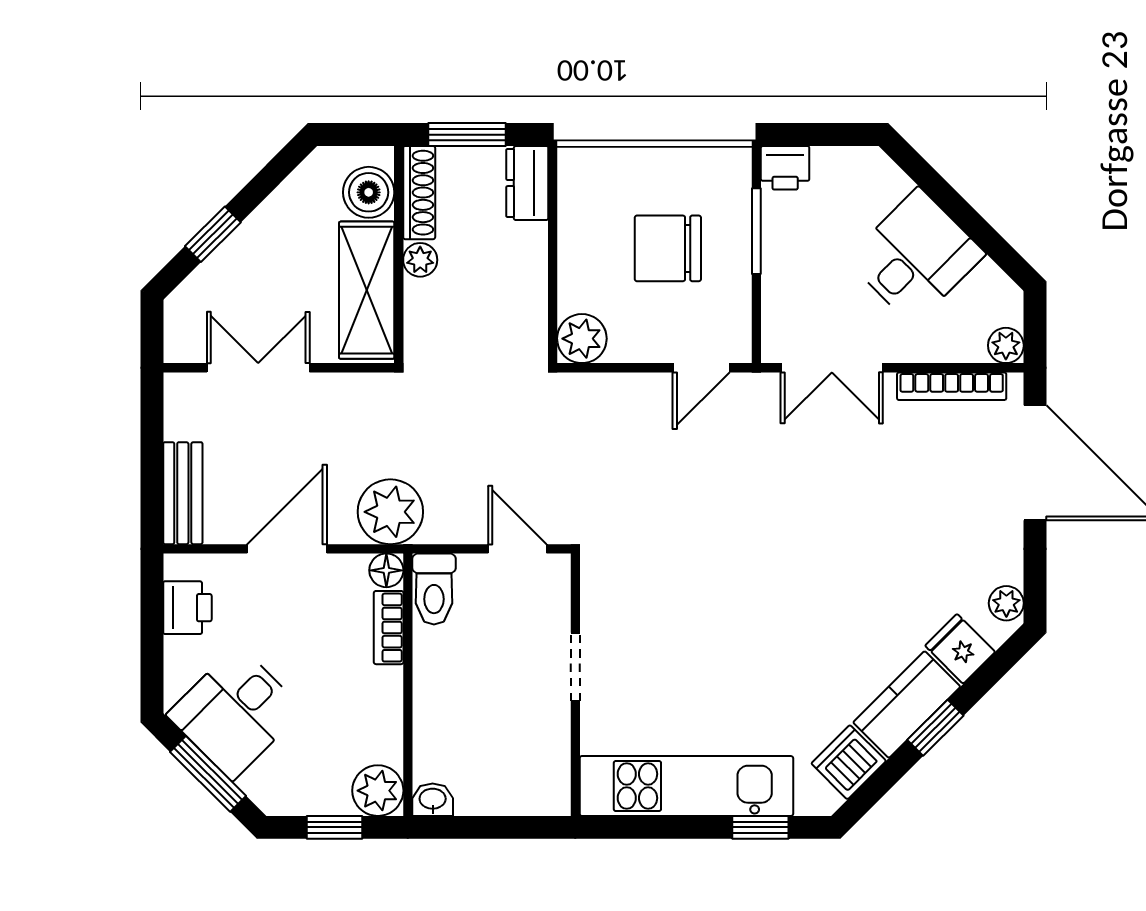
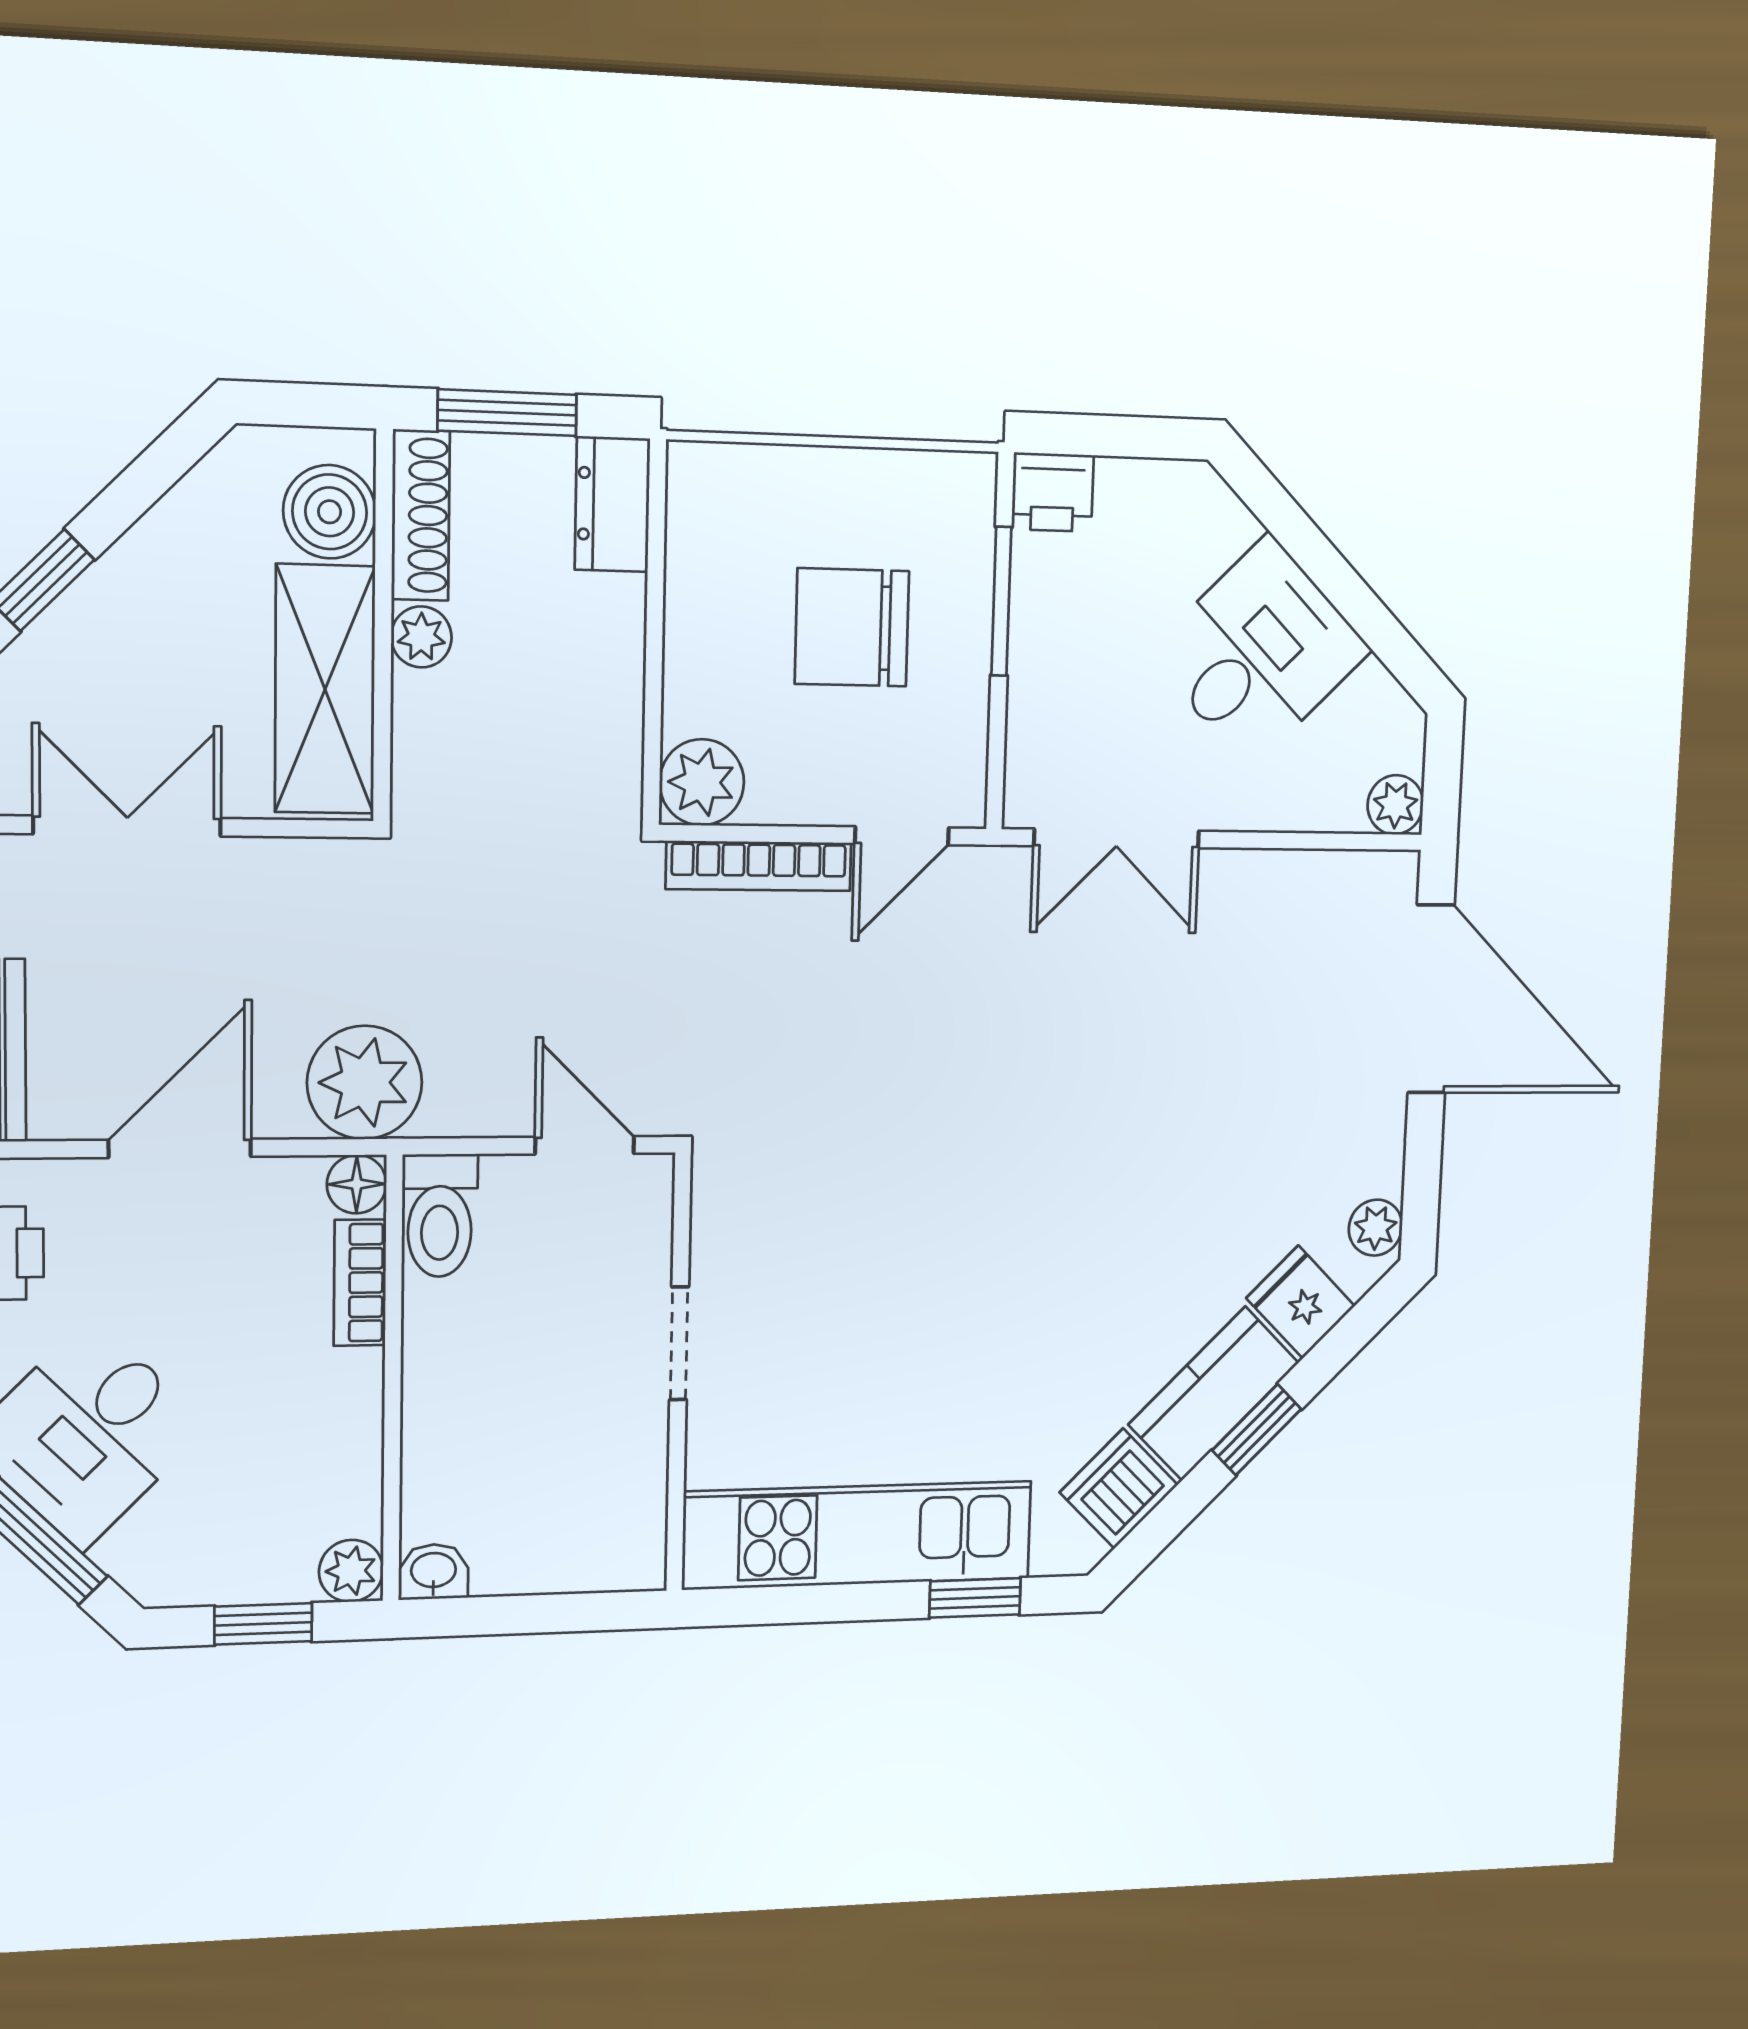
bookcase: (952, 386) -> (759, 866), moved
plant: (378, 791) -> (351, 1571), width x0.73, depth x0.73

